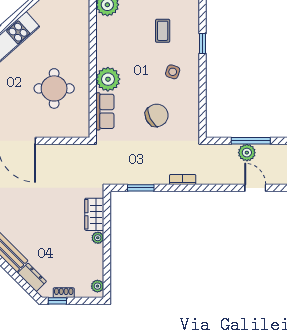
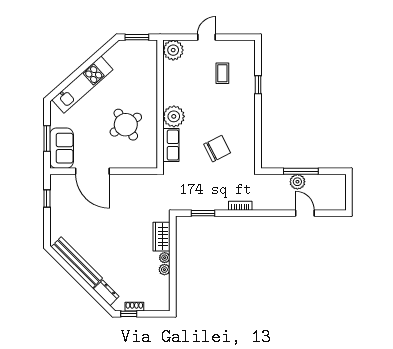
side table: (173, 72) -> (231, 110), removed
round table: (54, 88) -> (126, 125), turned -33
plant: (97, 286) -> (164, 270), moved

